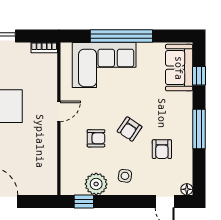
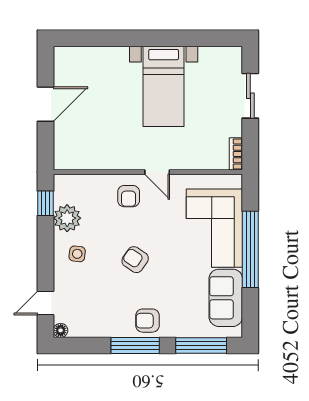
sofa: (179, 68) -> (226, 298), moved, turned -90
window: (199, 76) -> (201, 345), width x2.17
armchair: (96, 138) -> (129, 196), moved
armchair: (162, 149) -> (147, 321), moved

